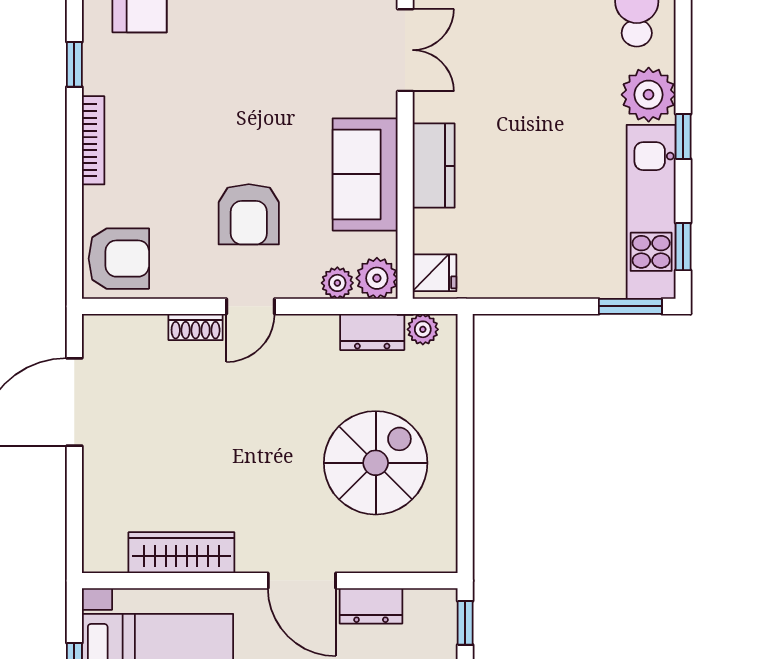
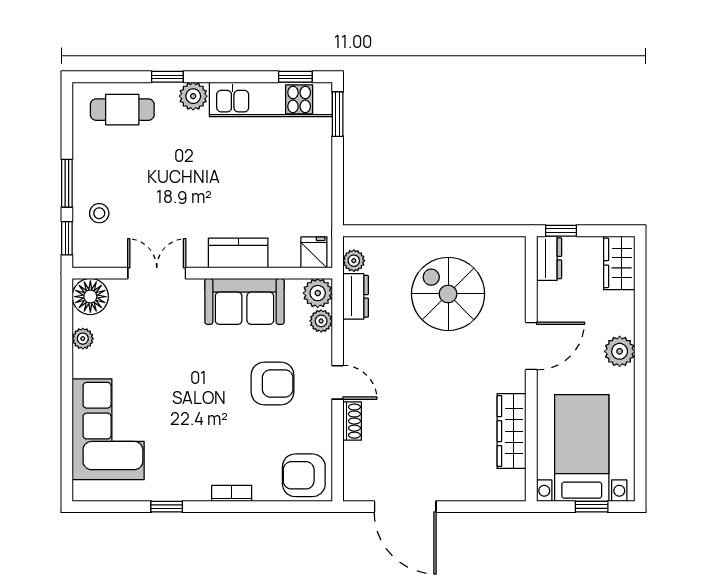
plant: (649, 95) -> (193, 96), width x0.73, depth x0.73
window: (683, 137) -> (167, 77), moved
bookcase: (93, 140) -> (232, 493), width x0.64
armchair: (119, 259) -> (304, 475), turned -90
dresser: (371, 606) -> (549, 258), moved

